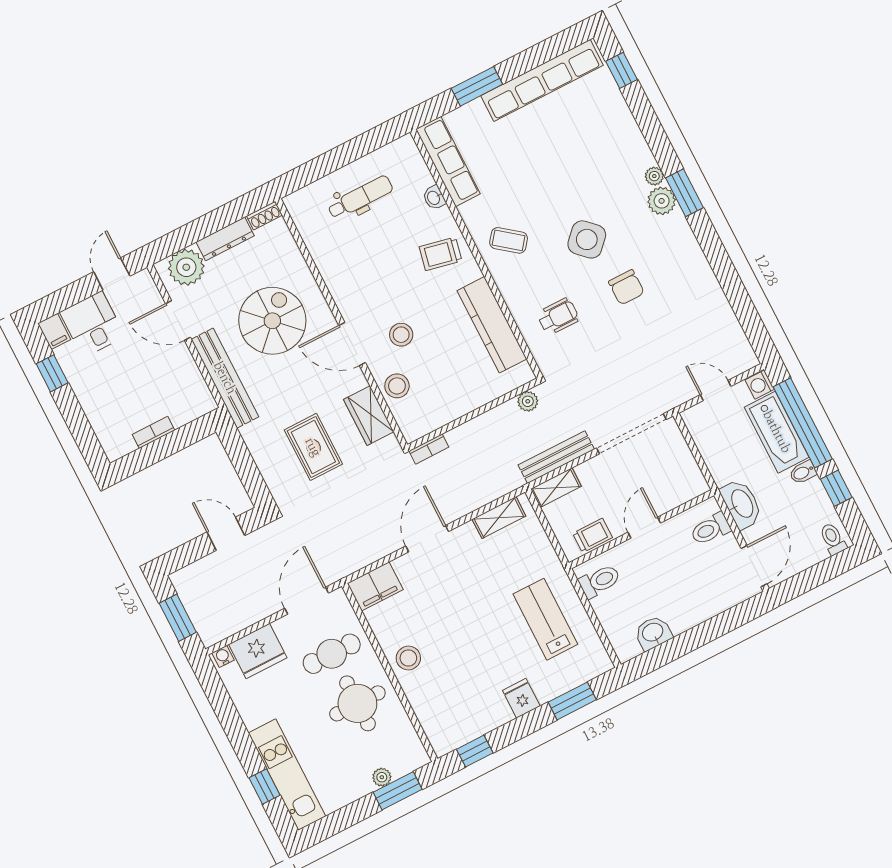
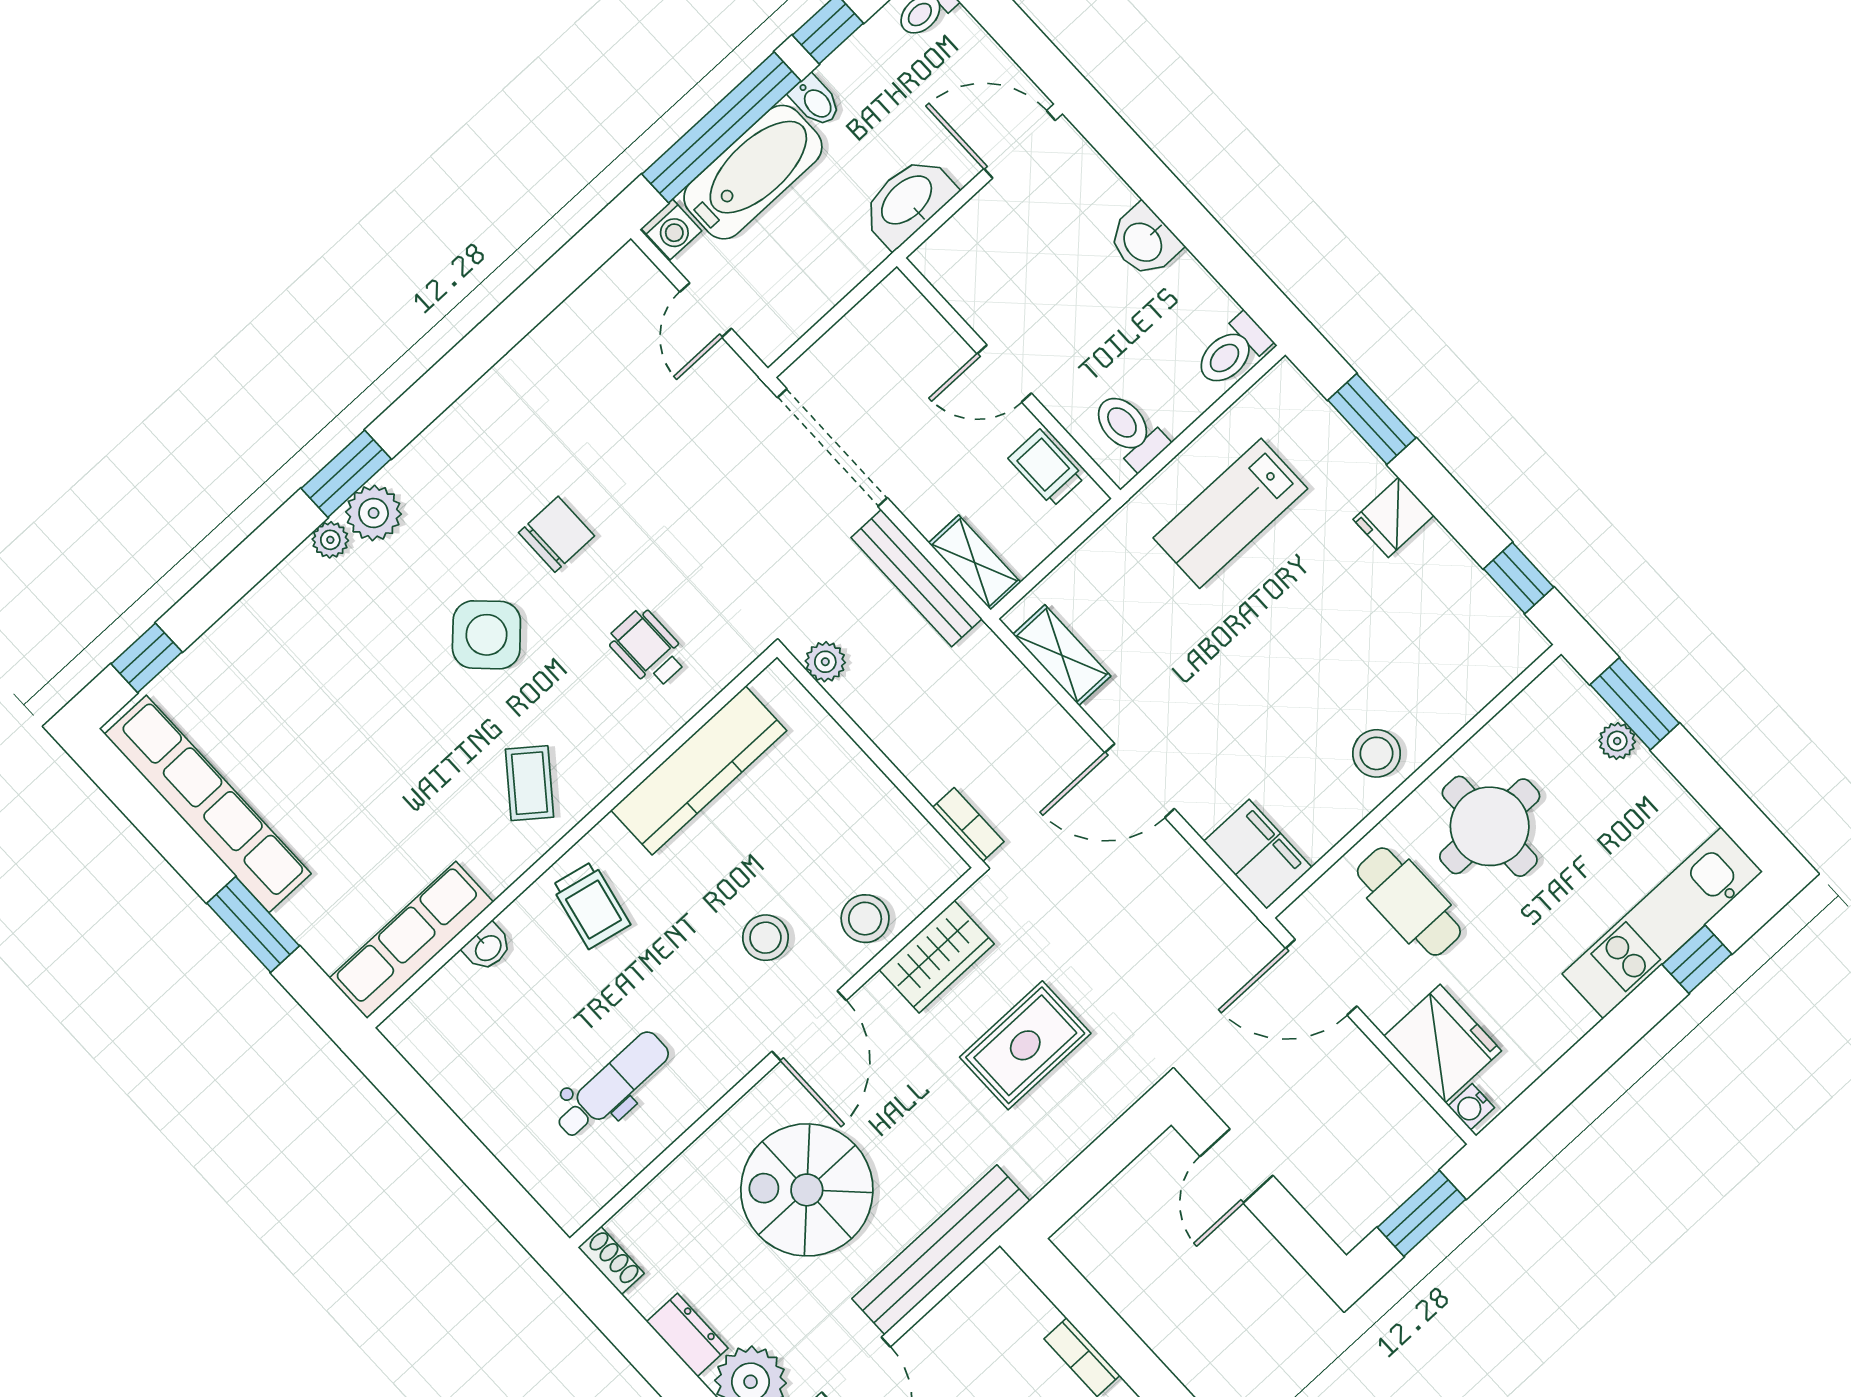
dental chair: (360, 197) -> (612, 1085), moved, turned 90
dresser: (225, 239) -> (687, 1335), width x0.70
toilet: (710, 529) -> (1232, 351), moved, turned 90
washbasin: (653, 633) -> (1144, 241), moved

